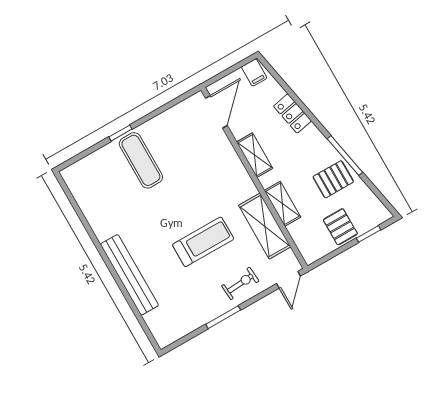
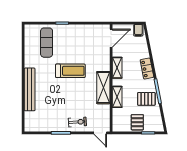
locker: (293, 113) -> (147, 69), moved
exercise mat: (141, 160) -> (47, 43), moved
shelving: (265, 226) -> (103, 88), moved
treadmill: (203, 242) -> (70, 71), moved
door: (289, 280) -> (100, 133), hinge flipped

